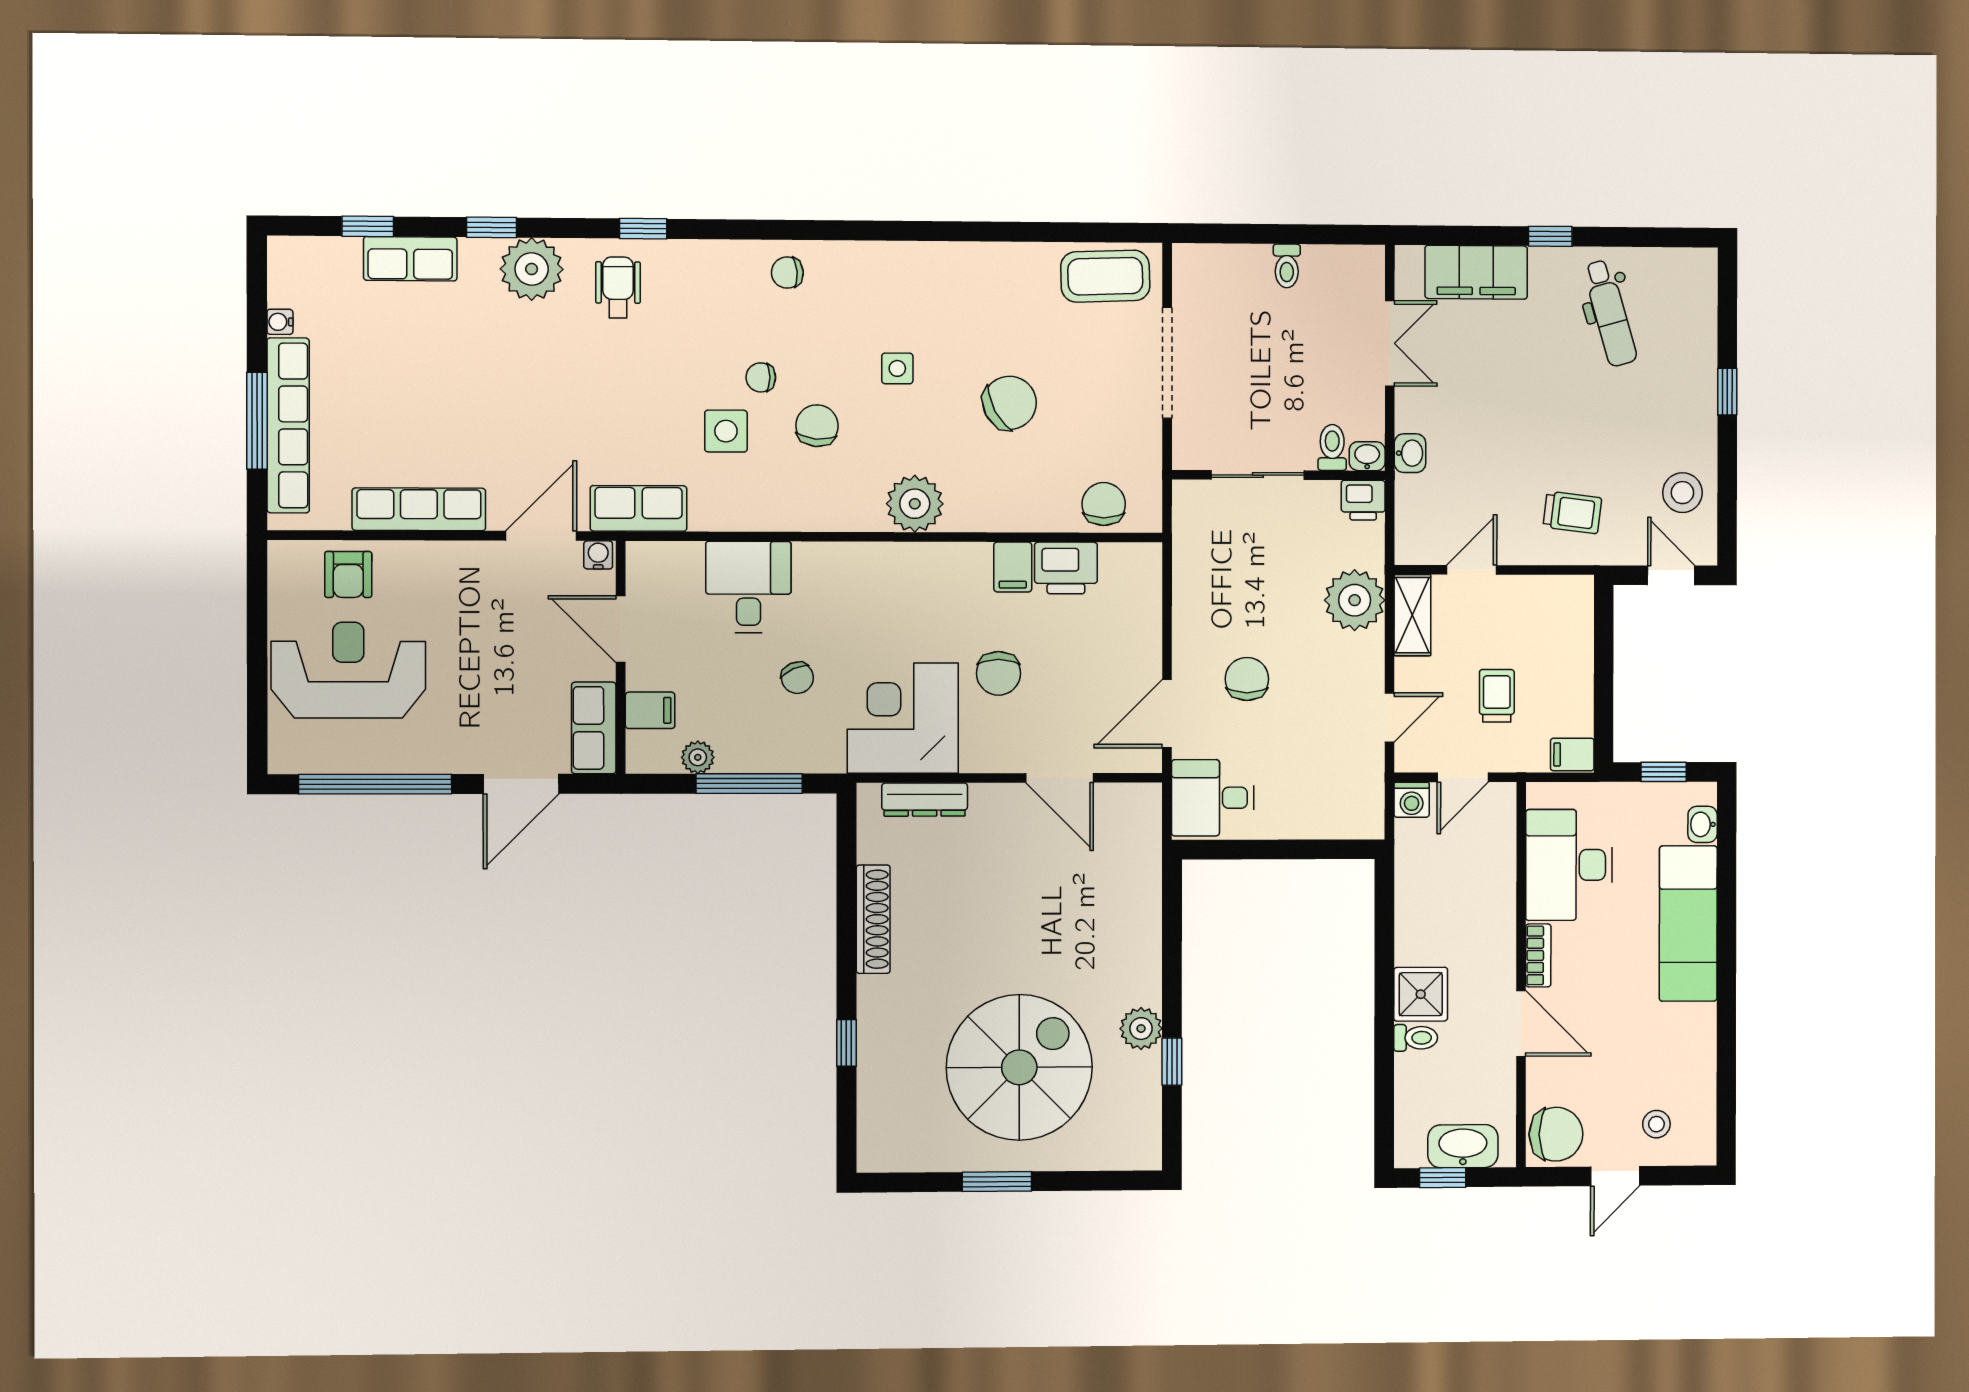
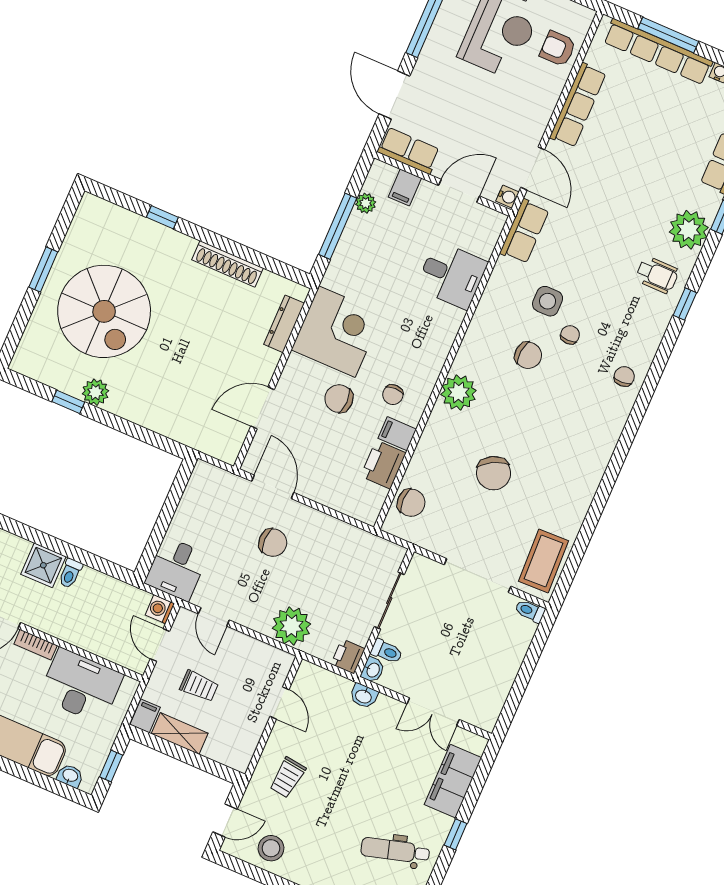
toilet: (1287, 266) -> (530, 611), moved
side table: (897, 368) -> (541, 416), removed
shelving: (1412, 615) -> (180, 733), moved
chair: (797, 678) -> (393, 395), moved, turned -67
desk: (1213, 798) -> (176, 569), moved, turned 180
toilet: (1416, 1038) -> (70, 573), moved

